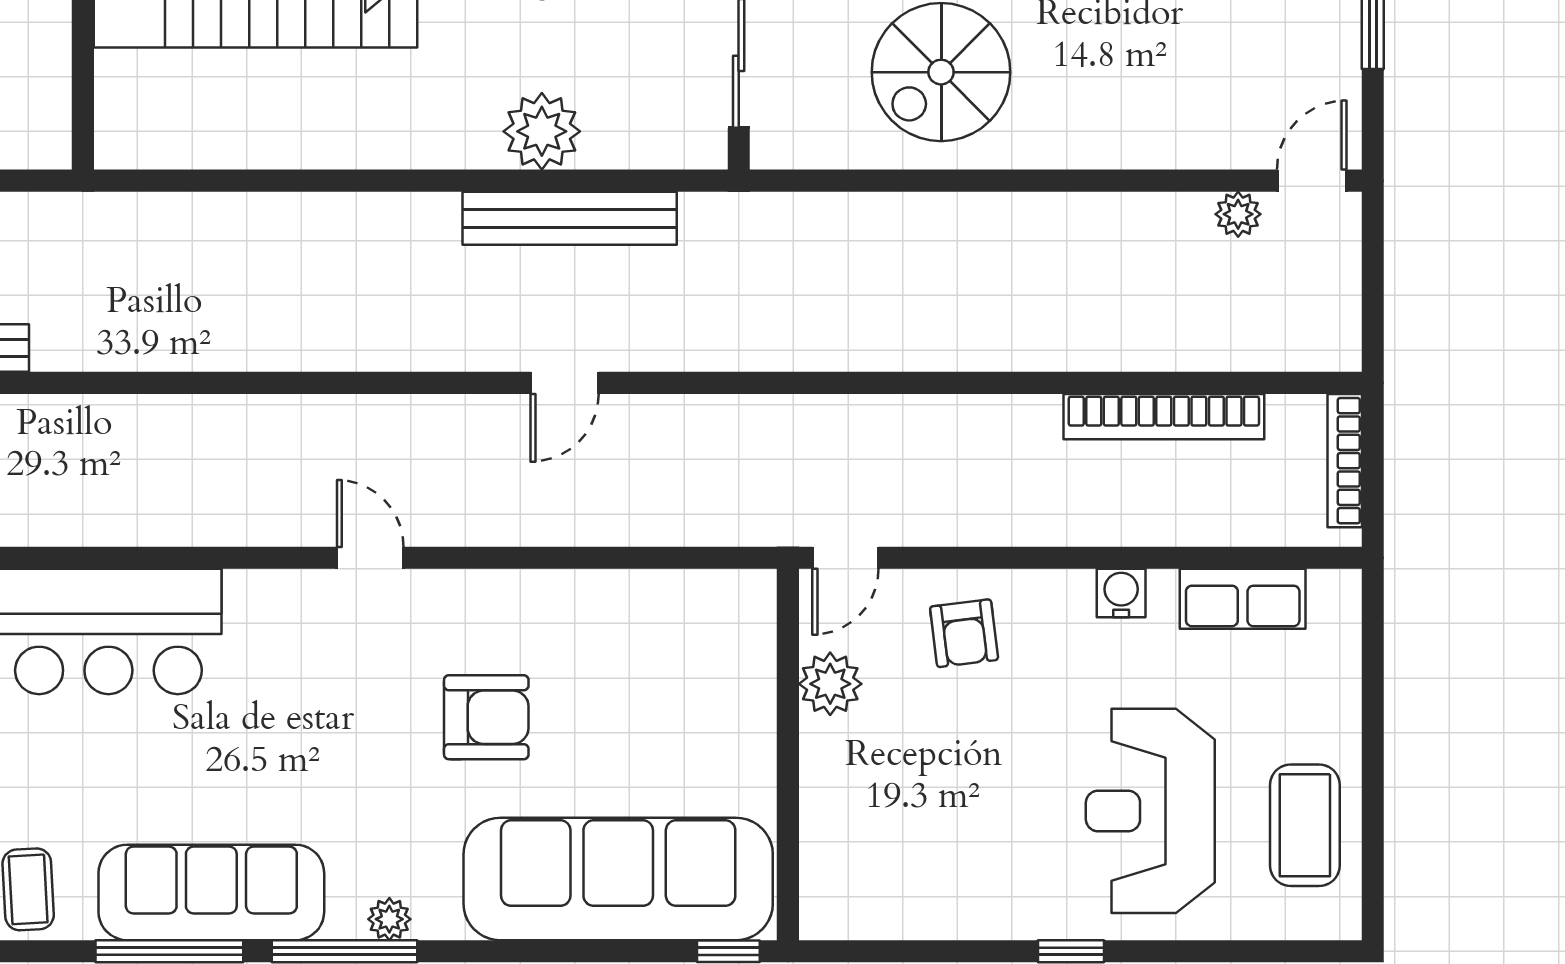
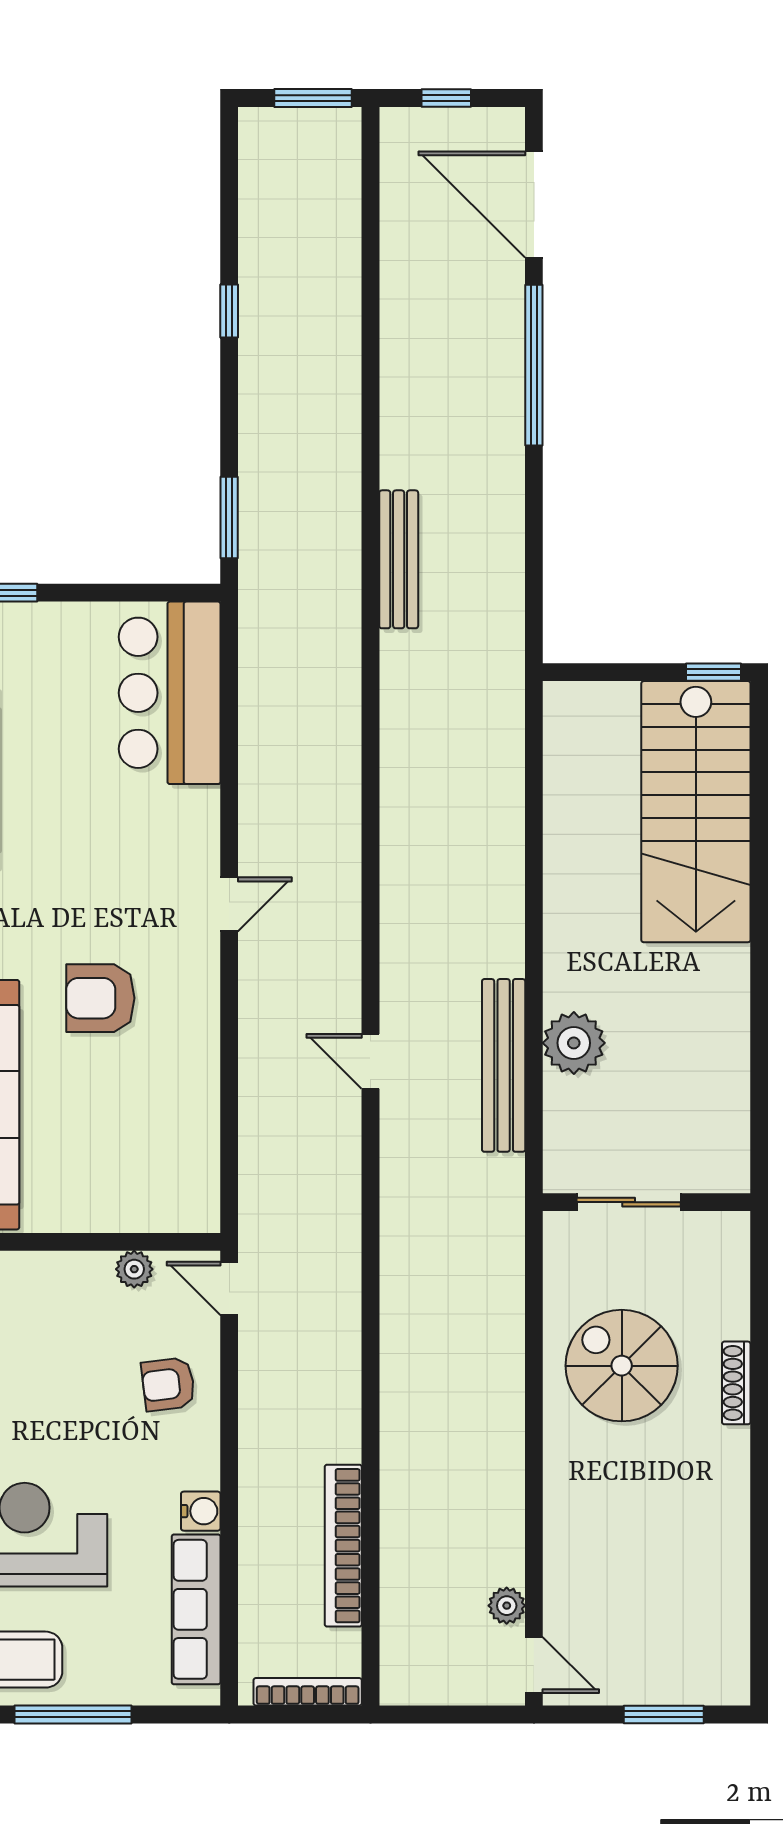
row of seats: (1243, 599) -> (196, 1609), width x1.48
plant: (830, 684) -> (134, 1269), width x0.73, depth x0.73
armchair: (486, 717) -> (100, 998), turned 90
window: (1373, 751) -> (73, 1714), added

